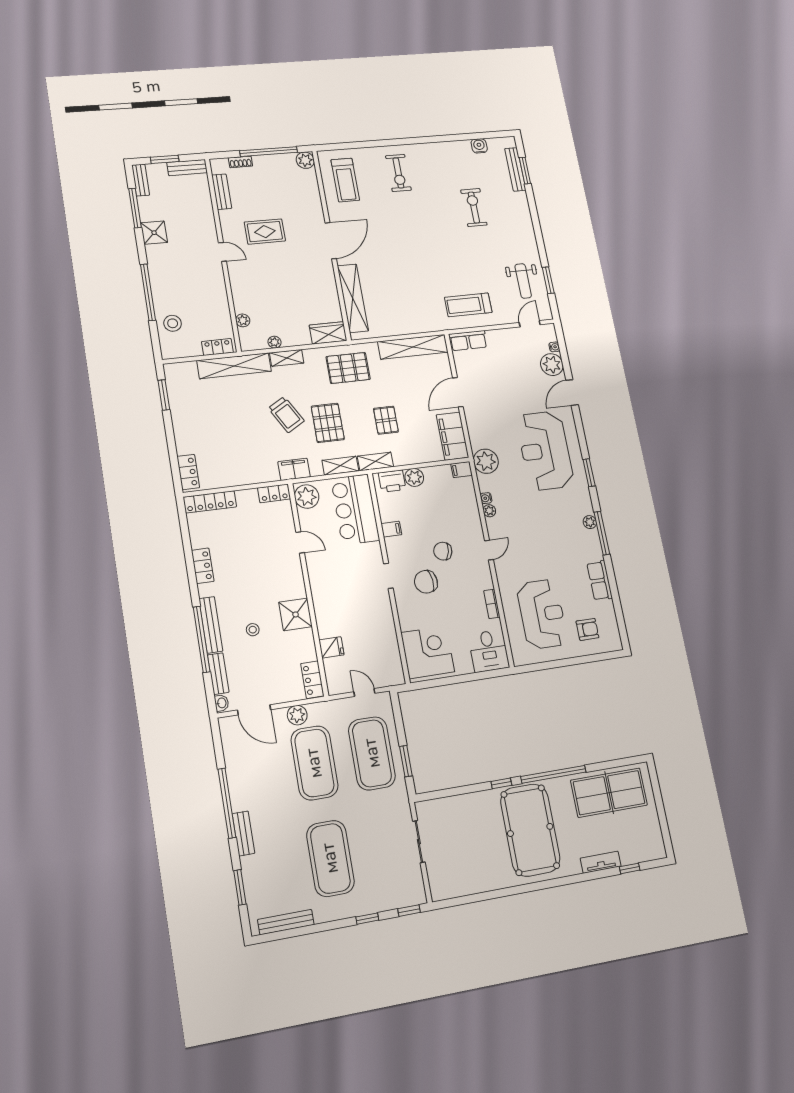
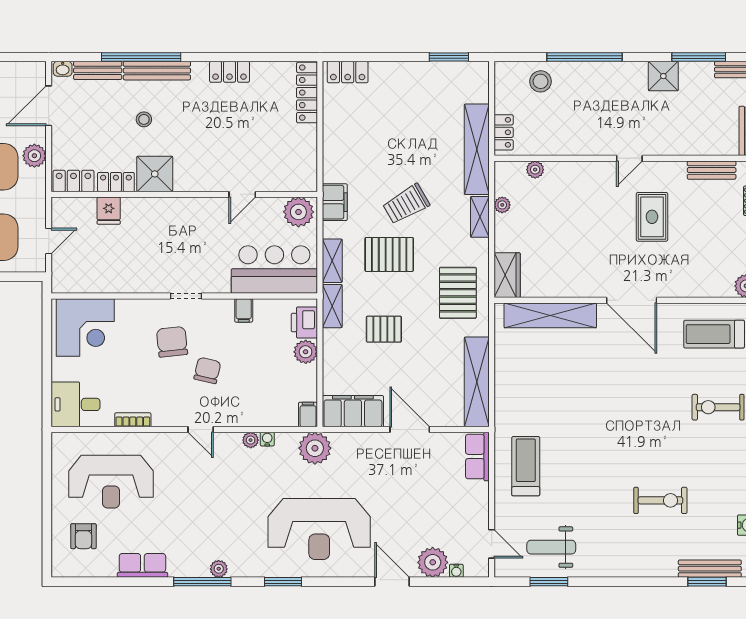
reception desk: (545, 451) -> (319, 529), turned 180
locker: (274, 493) -> (116, 182), moved, turned 90

